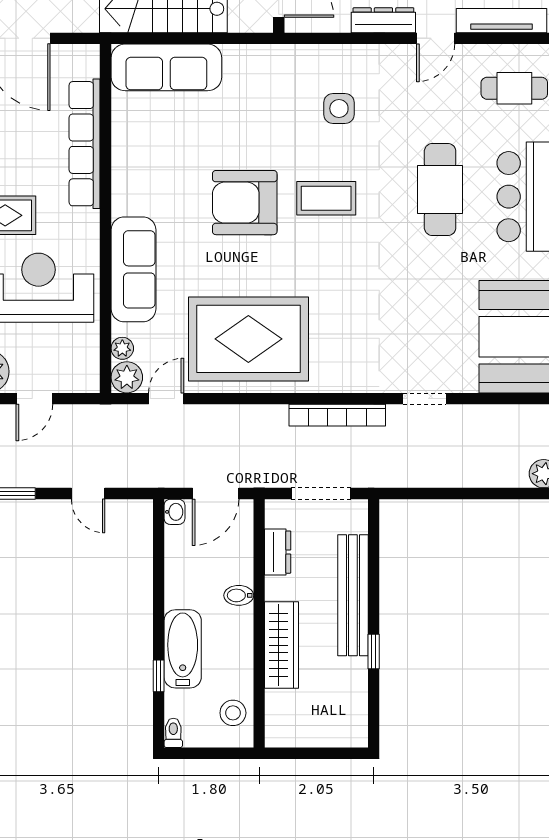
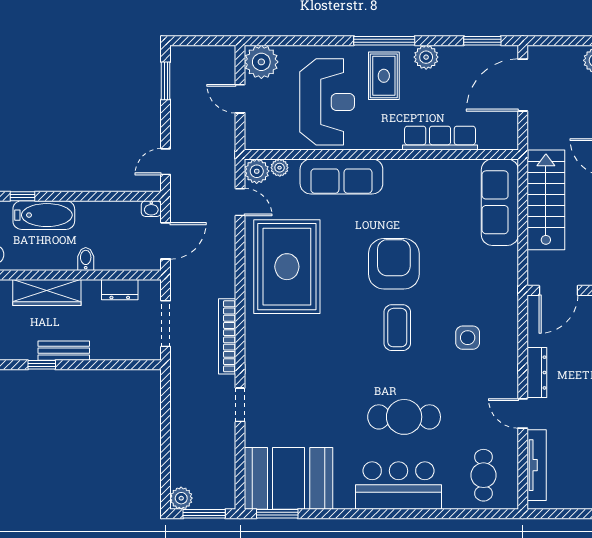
row of seats: (85, 144) -> (440, 138), width x0.73
door: (88, 494) -> (166, 162), moved
door: (216, 494) -> (166, 241), swing flipped
bench: (353, 595) -> (64, 351), width x0.54, depth x0.82

